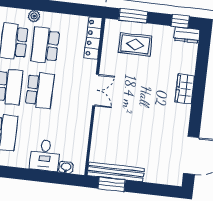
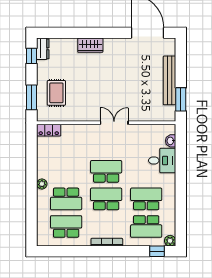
locker: (93, 38) -> (49, 130), width x0.66
school desk: (45, 45) -> (66, 171), removed
double door: (96, 90) -> (114, 123), moved
bench: (116, 172) -> (169, 80), moved

